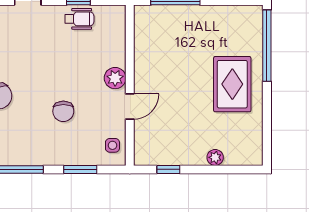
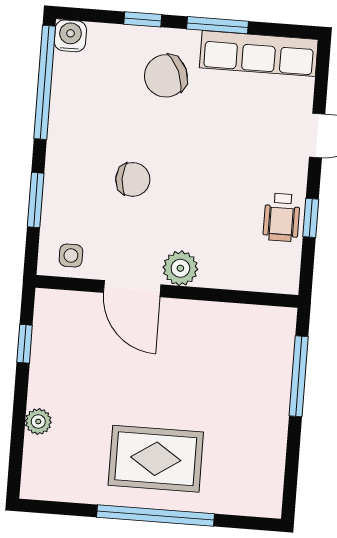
window: (267, 46) -> (155, 516), moved
door: (130, 107) -> (132, 289), width x1.37
chair: (63, 111) -> (133, 179), turned 180

